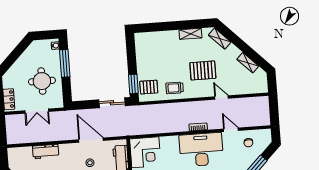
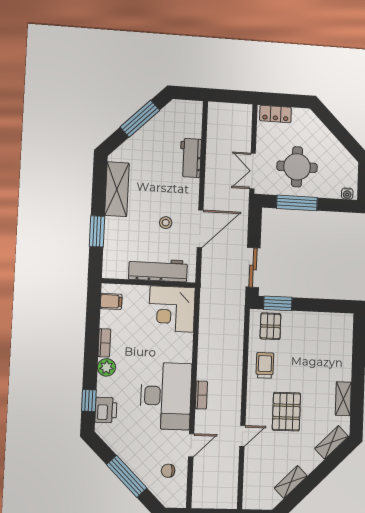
window: (65, 63) -> (297, 203), moved
double door: (37, 111) -> (253, 171), moved

